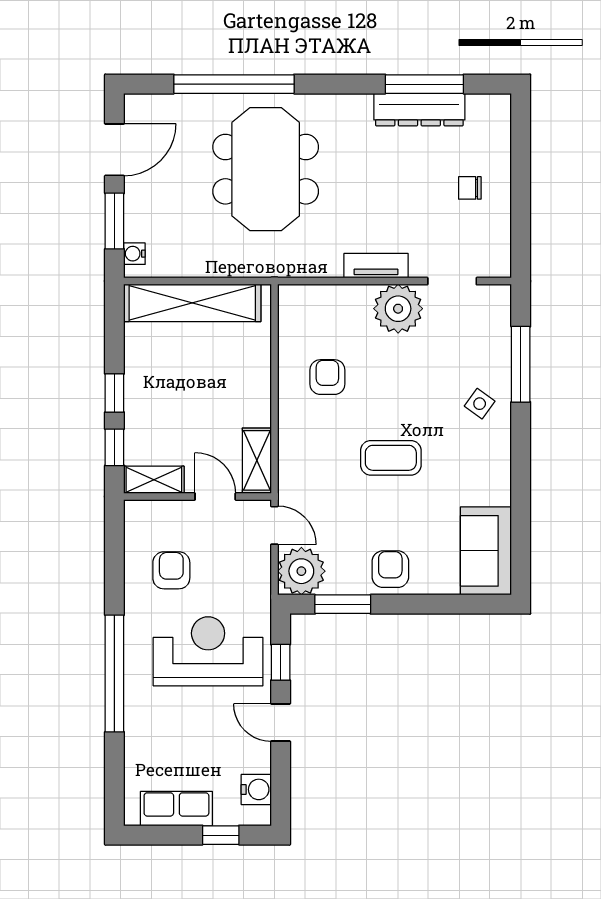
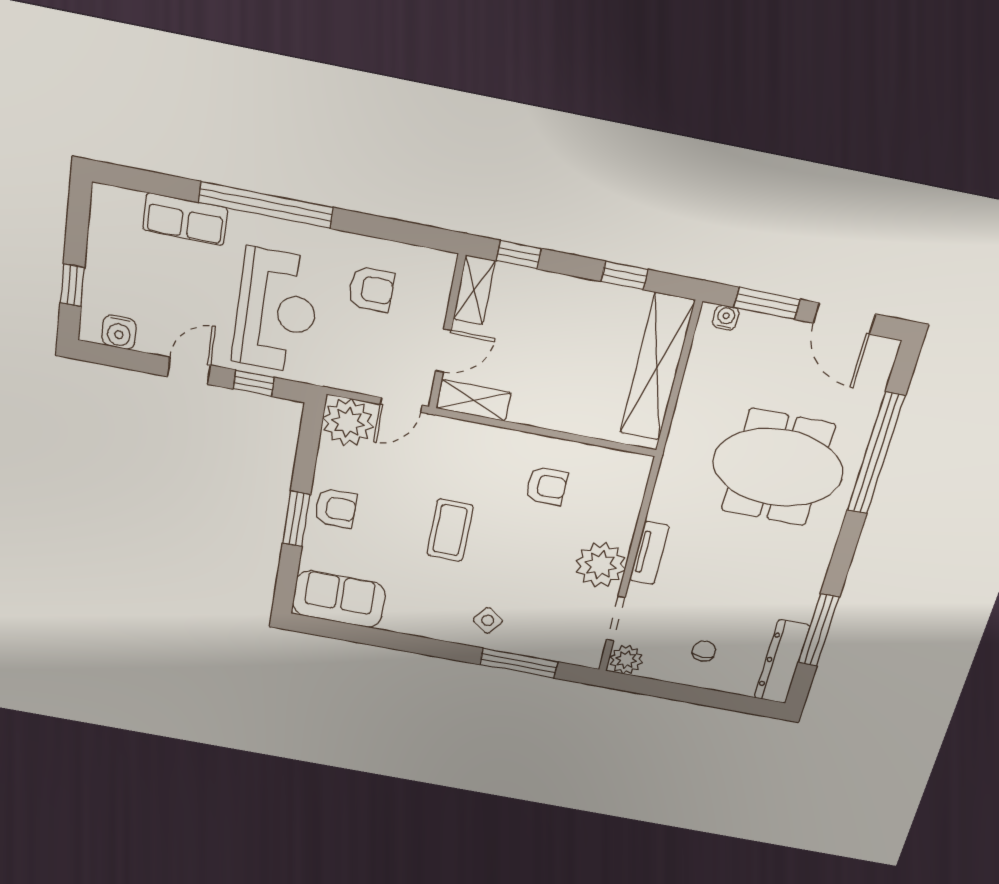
dresser: (419, 110) -> (782, 662), moved
plant: (495, 261) -> (626, 660), added
window: (114, 393) -> (625, 275), moved
window: (343, 604) -> (296, 519), moved
row of seats: (176, 809) -> (185, 219), moved, turned 90

